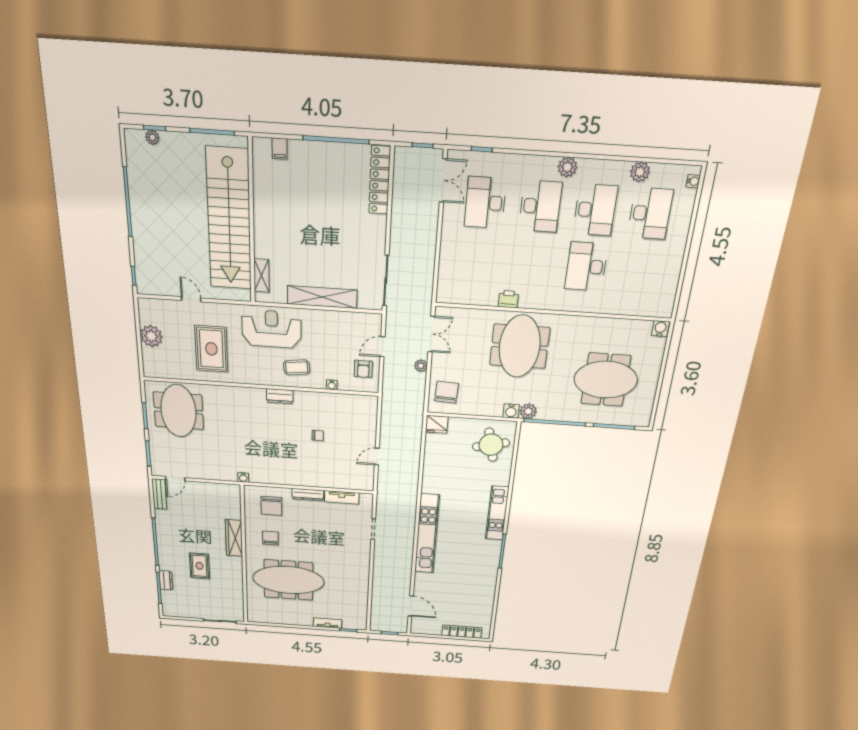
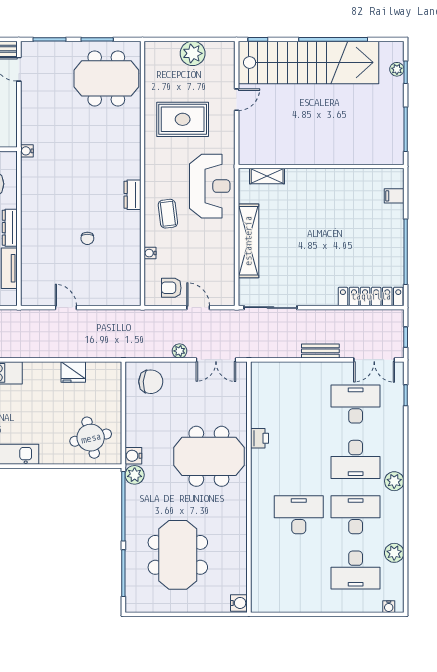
desk: (595, 210) -> (356, 515), turned 180
stairs: (229, 220) -> (308, 62), moved, turned 180
bench: (430, 235) -> (320, 351), added
fridge: (437, 424) -> (73, 372), moved, turned -90

